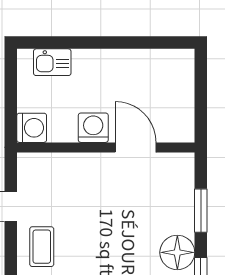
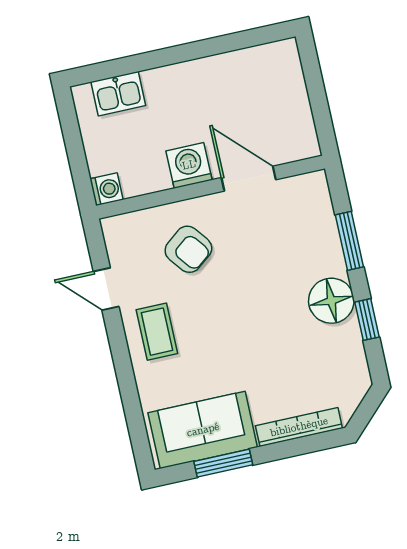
washing machine: (32, 128) -> (107, 189), width x0.73, depth x0.73
armchair: (79, 190) -> (188, 249), added

